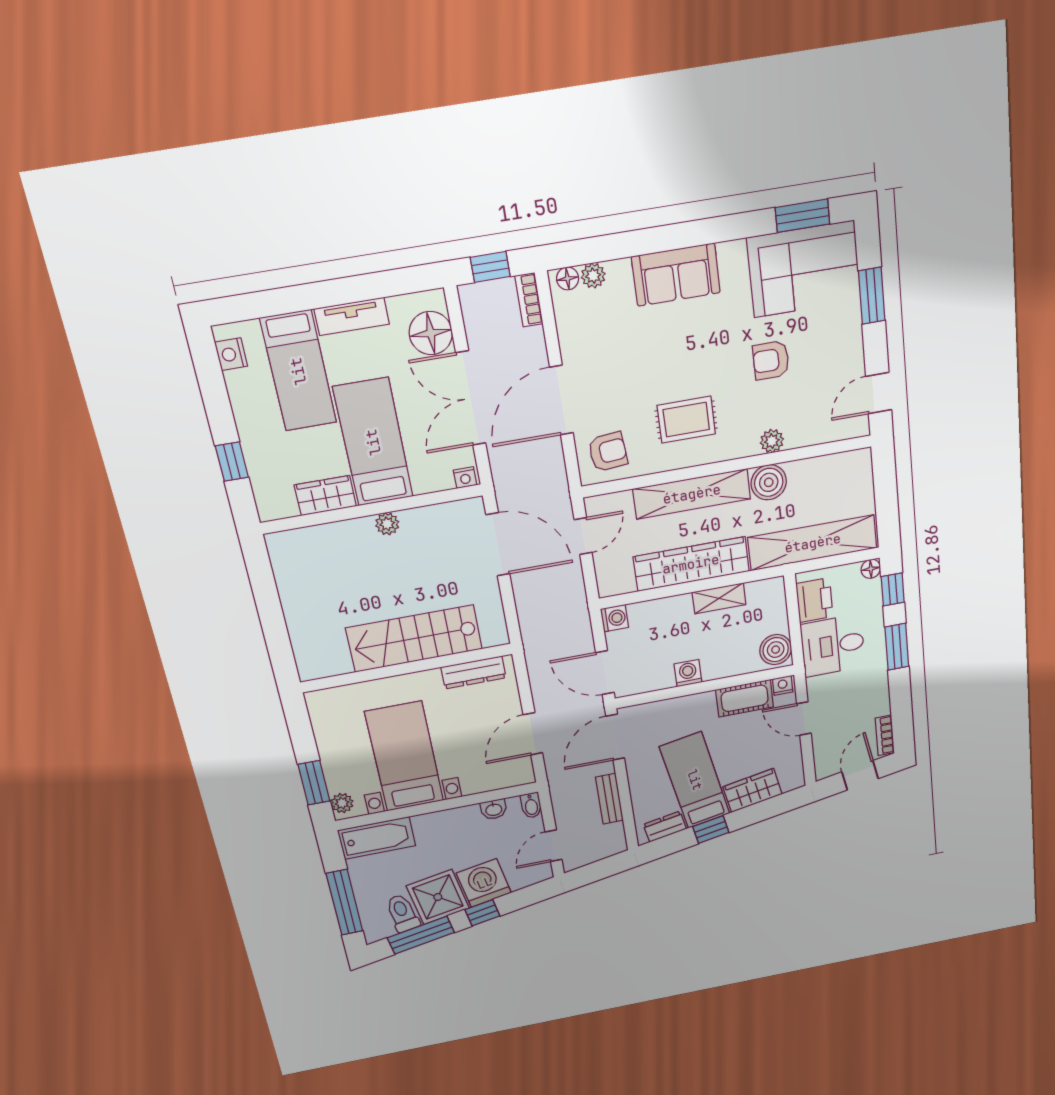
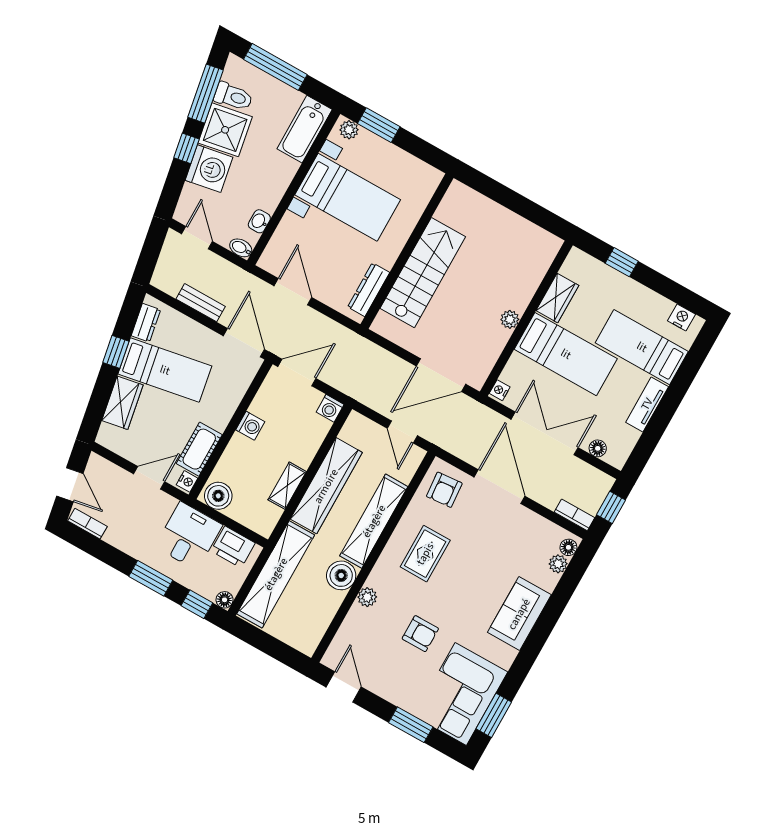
floor lamp: (431, 333) -> (598, 448), width x0.53, depth x0.53
armchair: (771, 360) -> (420, 634), turned 90

